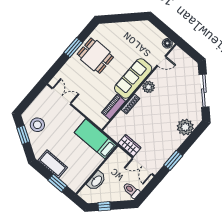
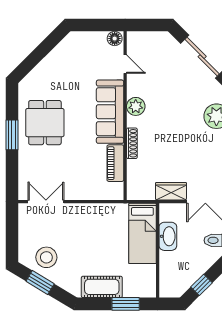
dining table: (95, 56) -> (45, 123), turned 90
door: (161, 61) -> (125, 64), hinge flipped
bed: (95, 139) -> (142, 233), moved, turned -90
washbasin: (96, 181) -> (168, 236), moved

